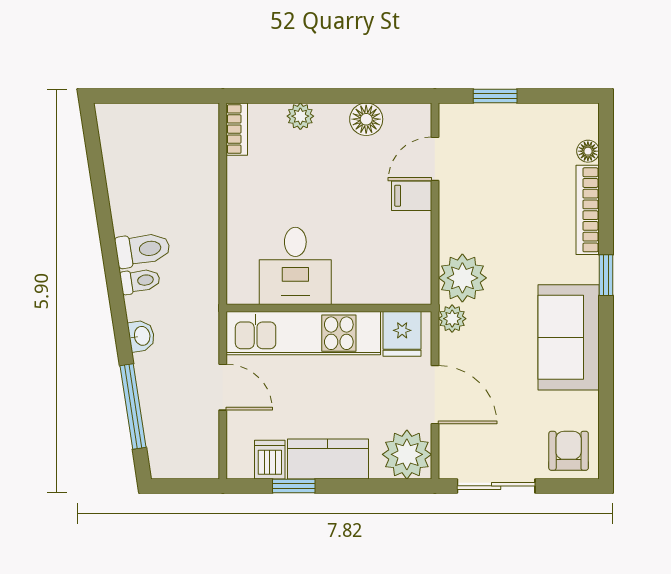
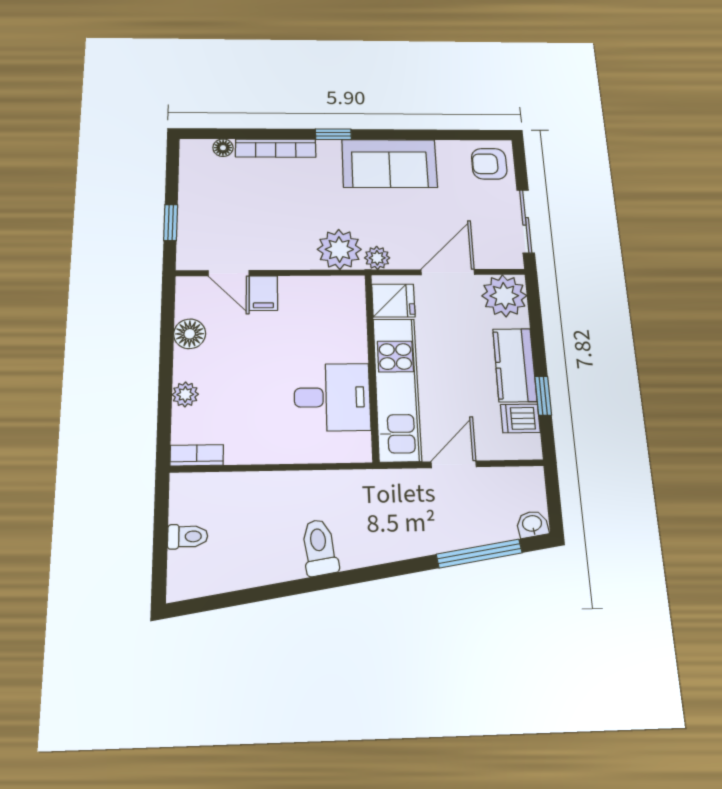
toilet: (140, 281) -> (188, 536), moved, turned 99
washbasin: (141, 336) -> (532, 524), moved

